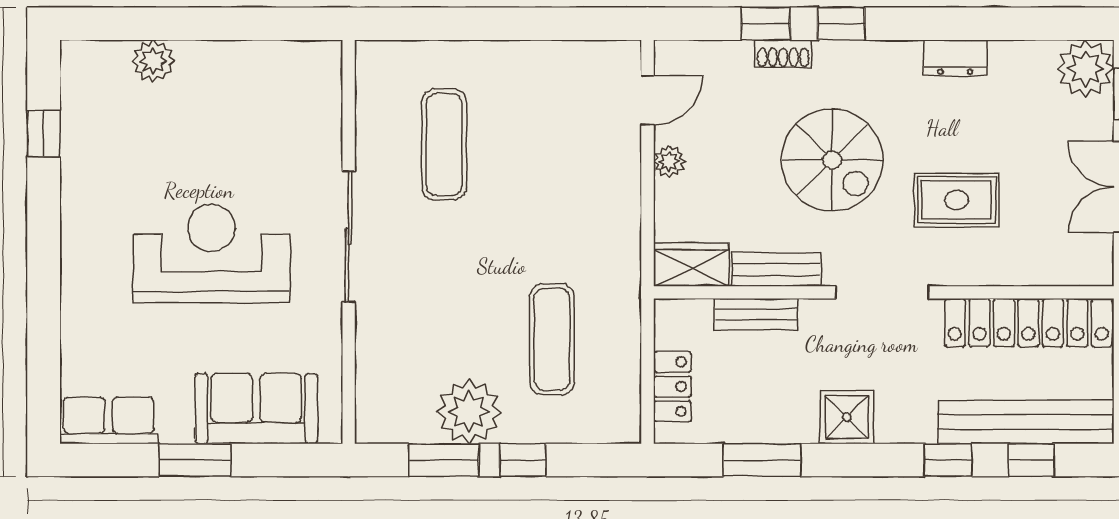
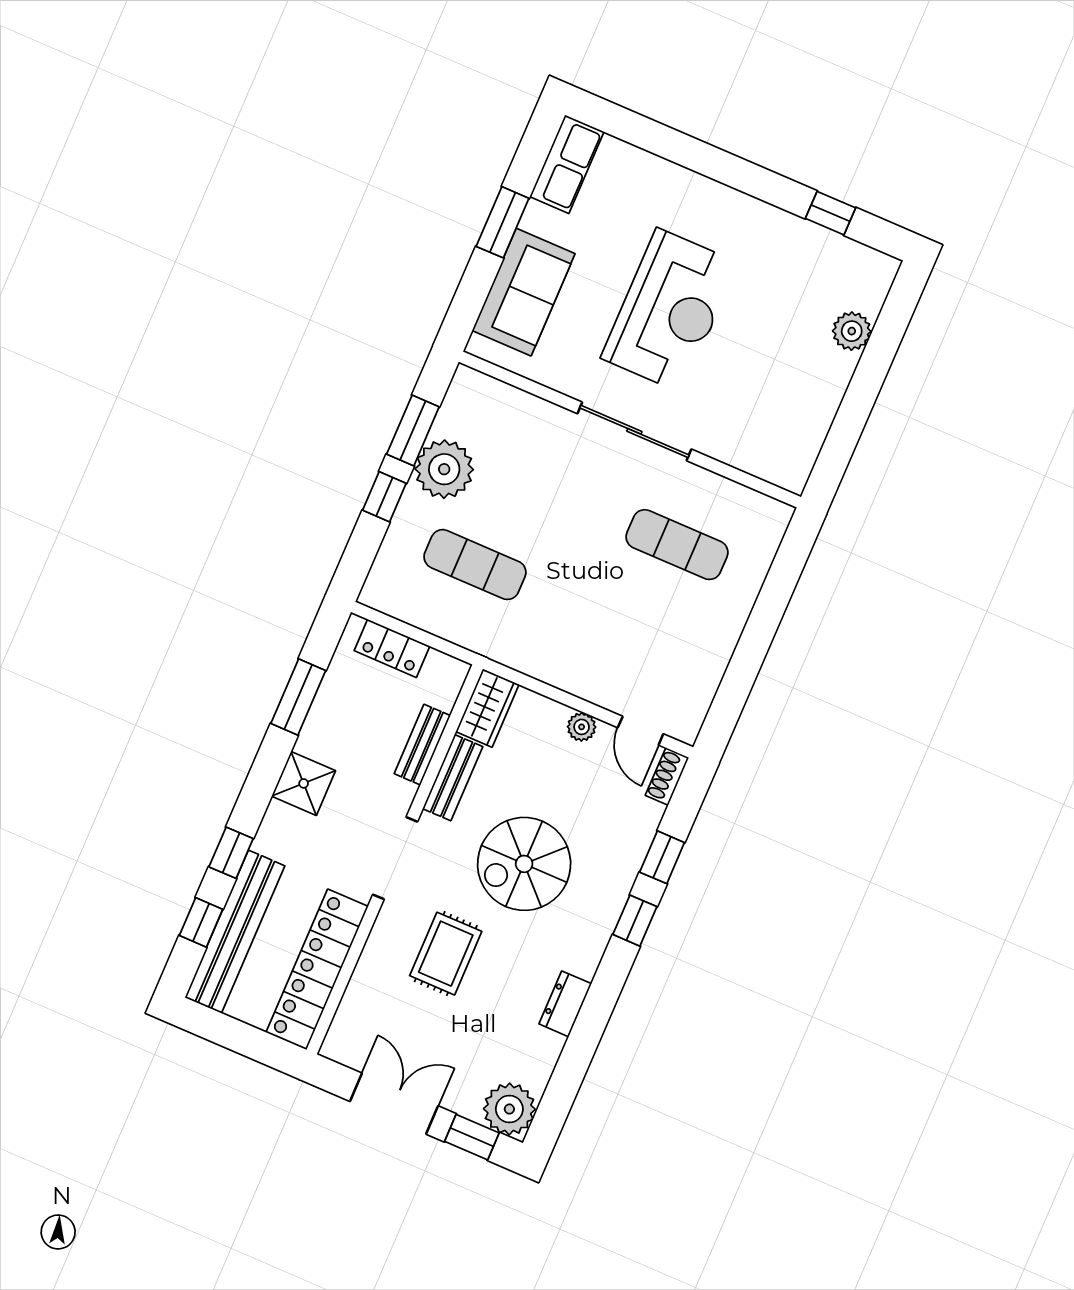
shoe rack: (783, 54) -> (667, 777), moved

